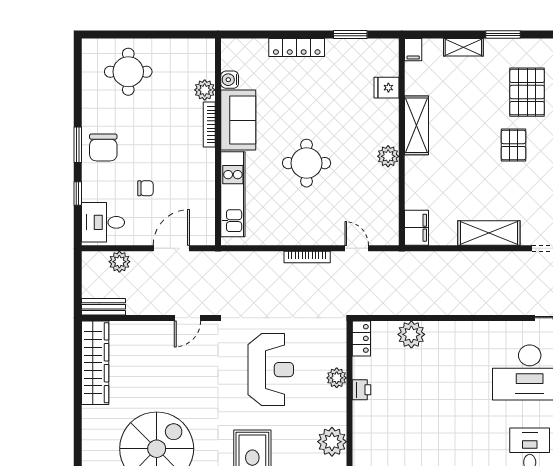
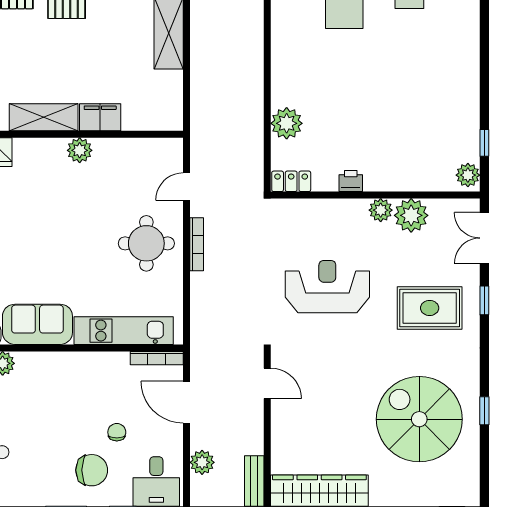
bookcase: (209, 125) -> (157, 358), moved
chair: (103, 147) -> (92, 470), moved
round table: (307, 163) -> (146, 243), moved
filing cabinet: (417, 228) -> (100, 117), moved
plant: (337, 378) -> (381, 210), moved

